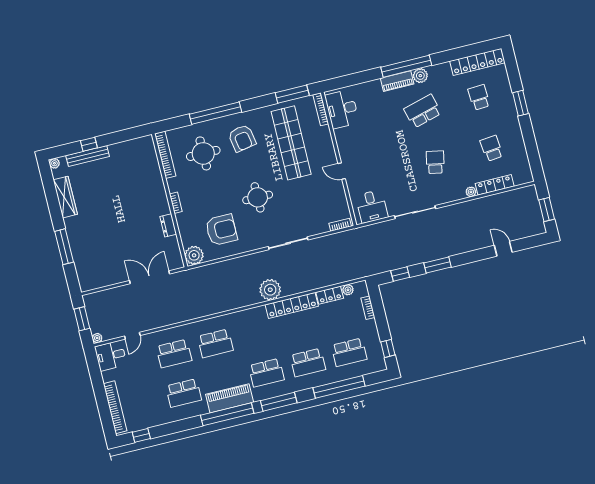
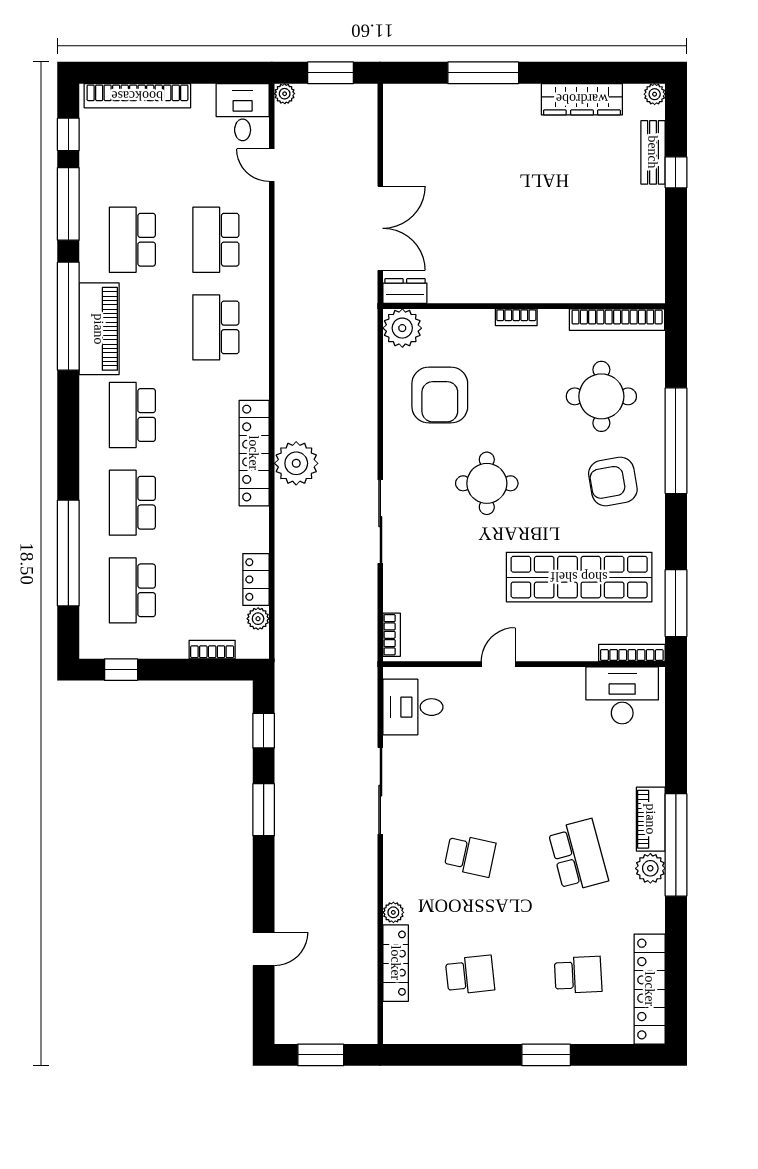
bench: (88, 156) -> (653, 152), width x0.73
dresser: (168, 225) -> (405, 291), moved
locker: (292, 305) -> (254, 453), moved
window: (279, 402) -> (68, 204), moved

